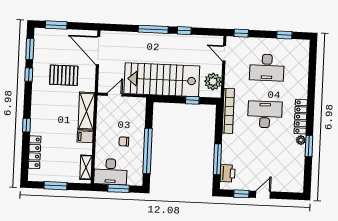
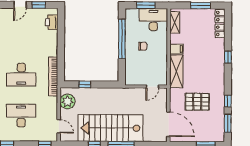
stairs: (162, 80) -> (110, 128), moved, turned 180
locker: (35, 152) -> (220, 23), moved
window: (217, 159) -> (61, 34), removed

